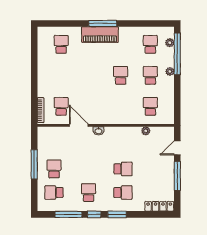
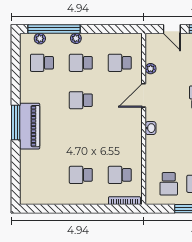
school desk: (61, 44) -> (81, 175), moved
door: (79, 125) -> (144, 95), moved
school desk: (54, 145) -> (169, 184), added

